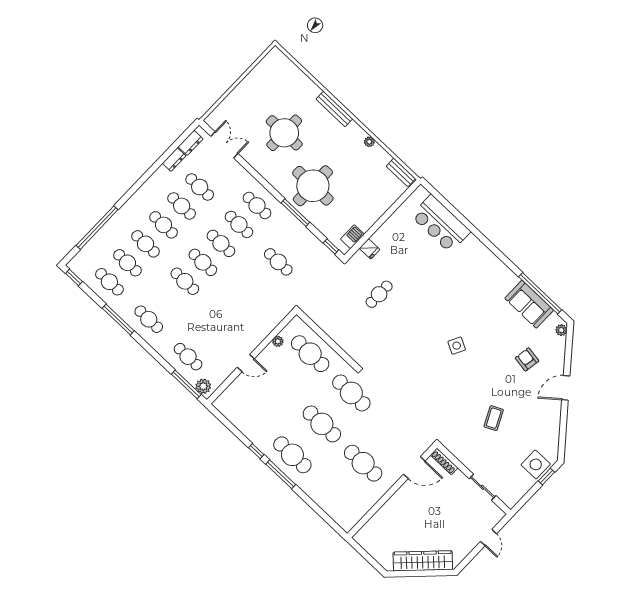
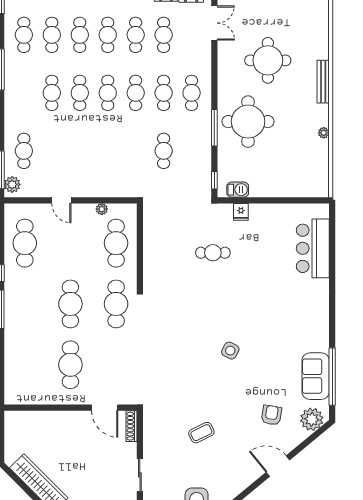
bench: (401, 172) -> (323, 180), removed
cafe table: (149, 319) -> (52, 93), moved
plant: (561, 330) -> (312, 419), width x1.88, depth x1.88
cafe table: (292, 455) -> (25, 243), moved

